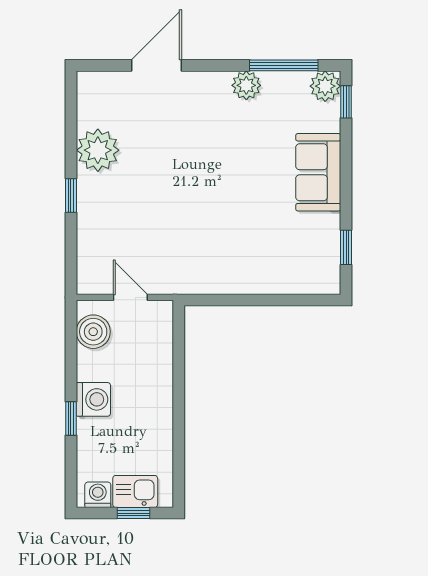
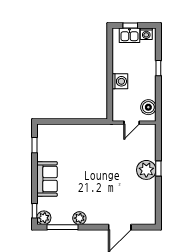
plant: (98, 150) -> (146, 170), moved
door: (130, 297) -> (132, 123), hinge flipped
washing machine: (93, 399) -> (120, 81), moved, turned 180

